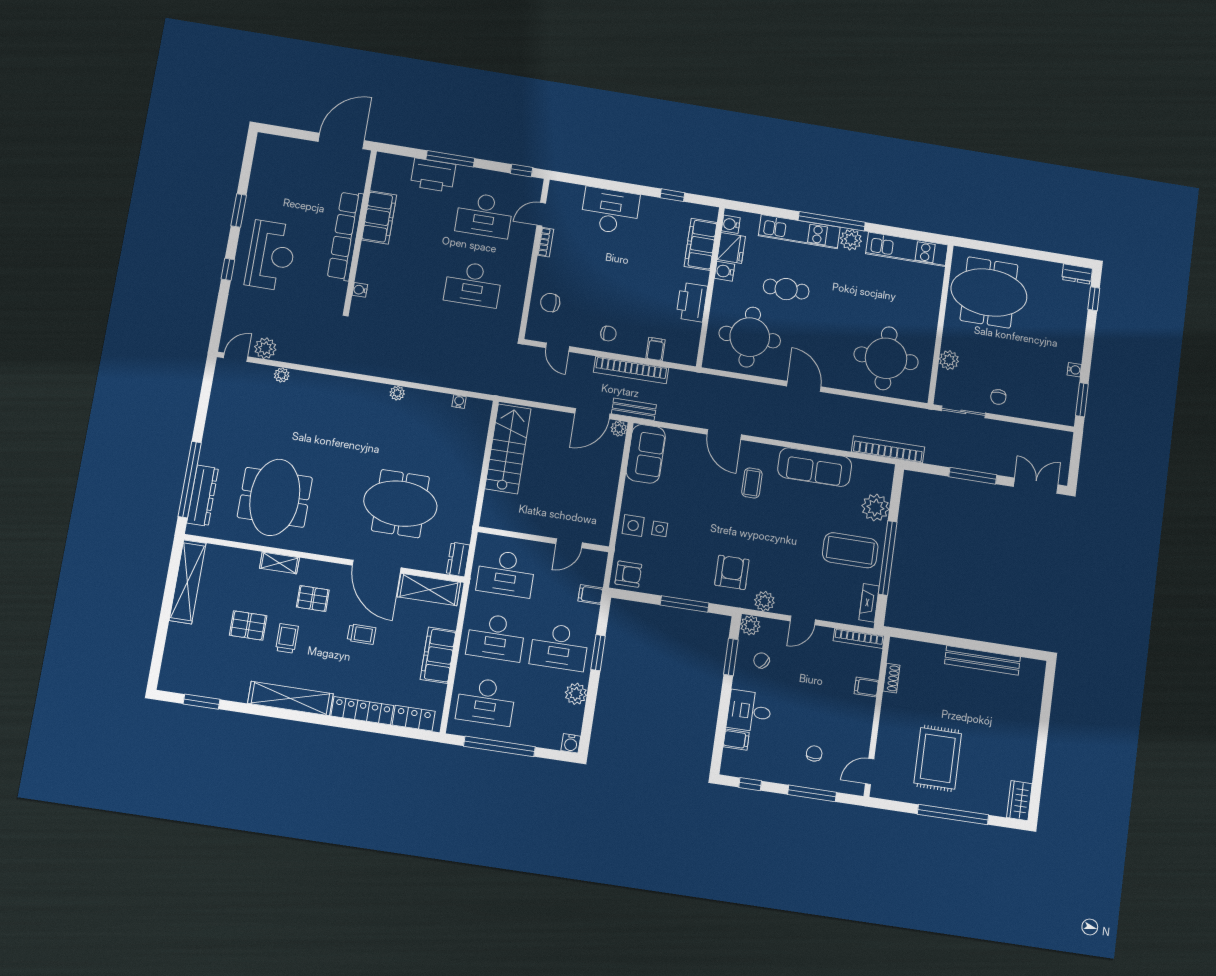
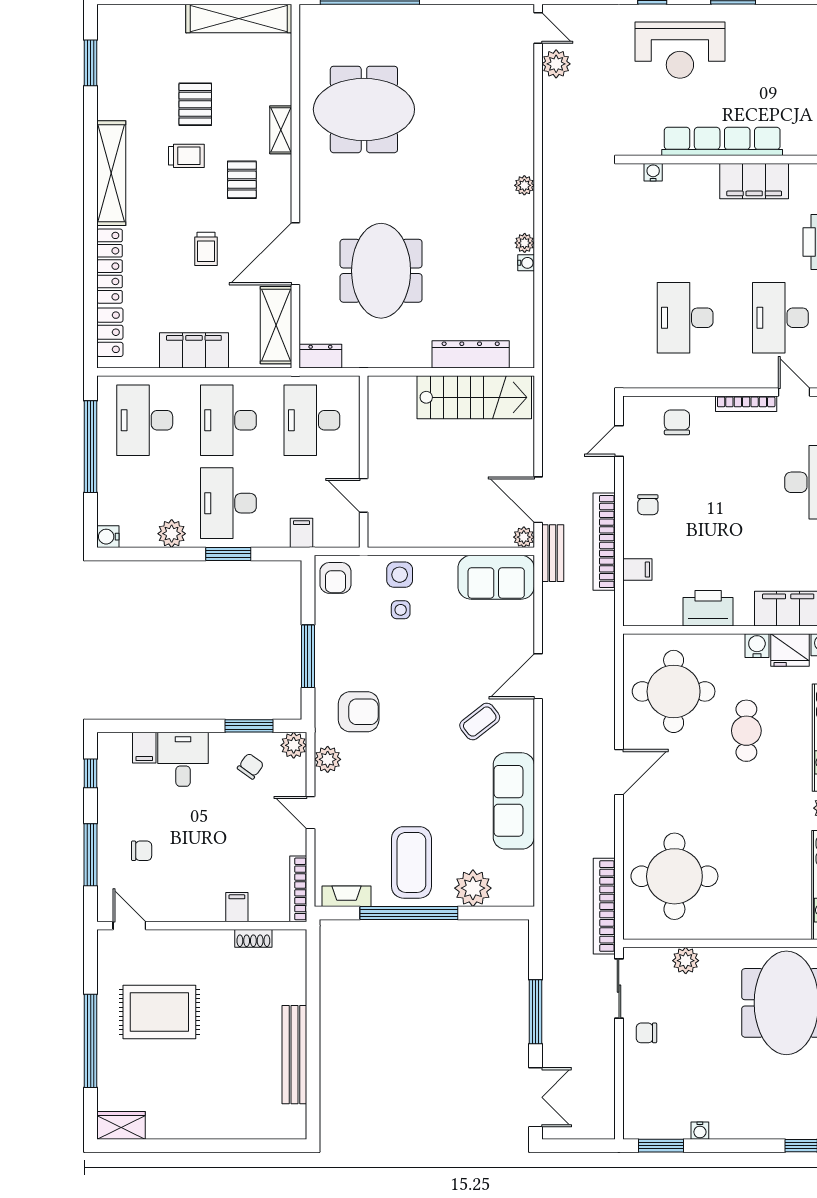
bookcase: (546, 242) -> (746, 404), width x1.56
plant: (282, 375) -> (524, 185), moved
water cooler: (459, 402) -> (526, 263), moved
bookcase: (888, 449) -> (604, 906), moved, turned 180
coffee table: (752, 483) -> (480, 721), turned -38
dresser: (203, 496) -> (471, 354), moved, turned 180

